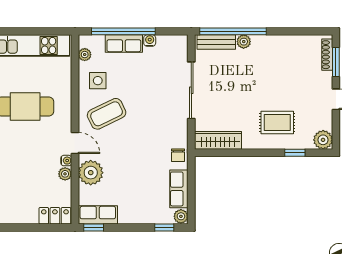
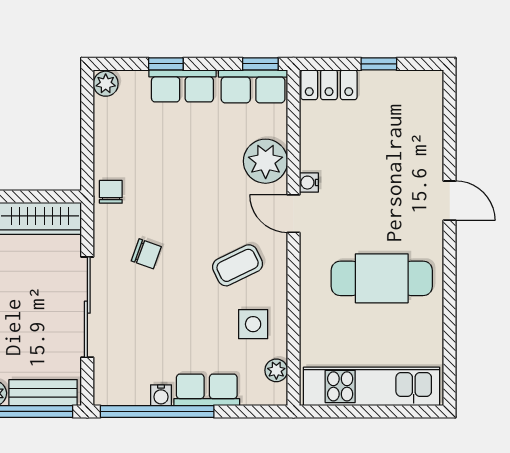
window: (123, 31) -> (157, 411), moved
coffee table: (107, 114) -> (238, 265), width x0.73, depth x0.77
chair: (158, 120) -> (146, 254), added
plant: (65, 174) -> (311, 159), removed
row of seats: (179, 189) -> (182, 86), moved, turned 90
window: (27, 227) -> (379, 64), added
window: (164, 227) -> (166, 64), moved

